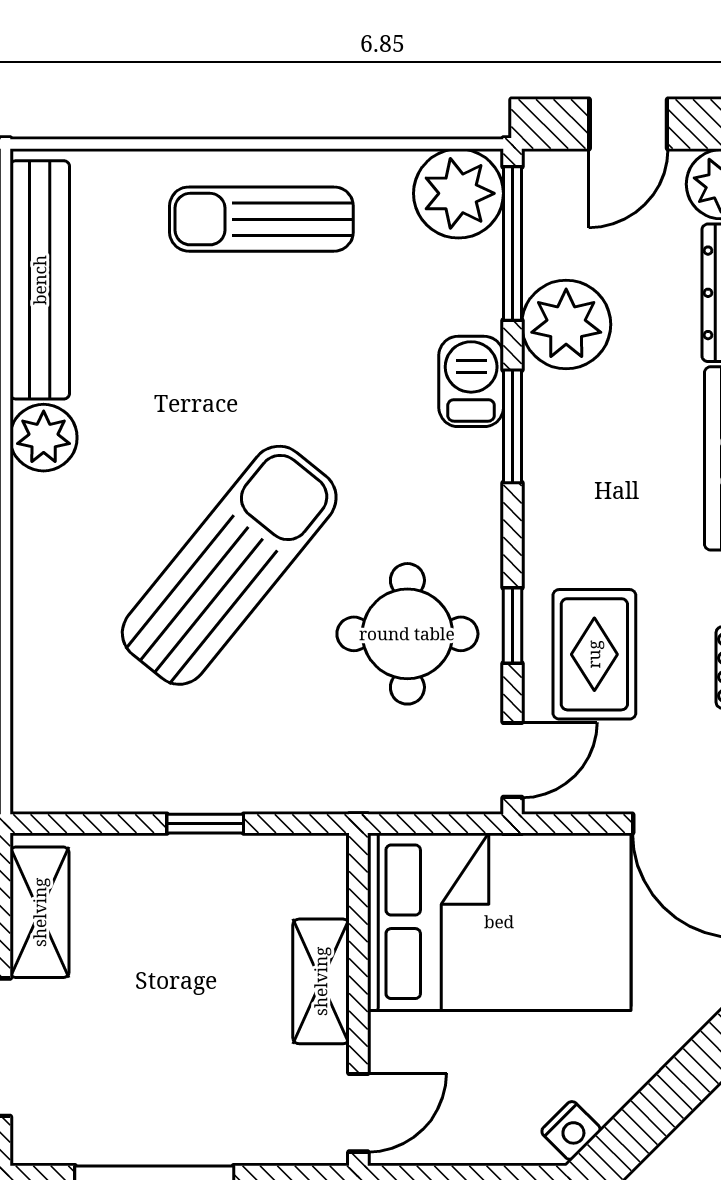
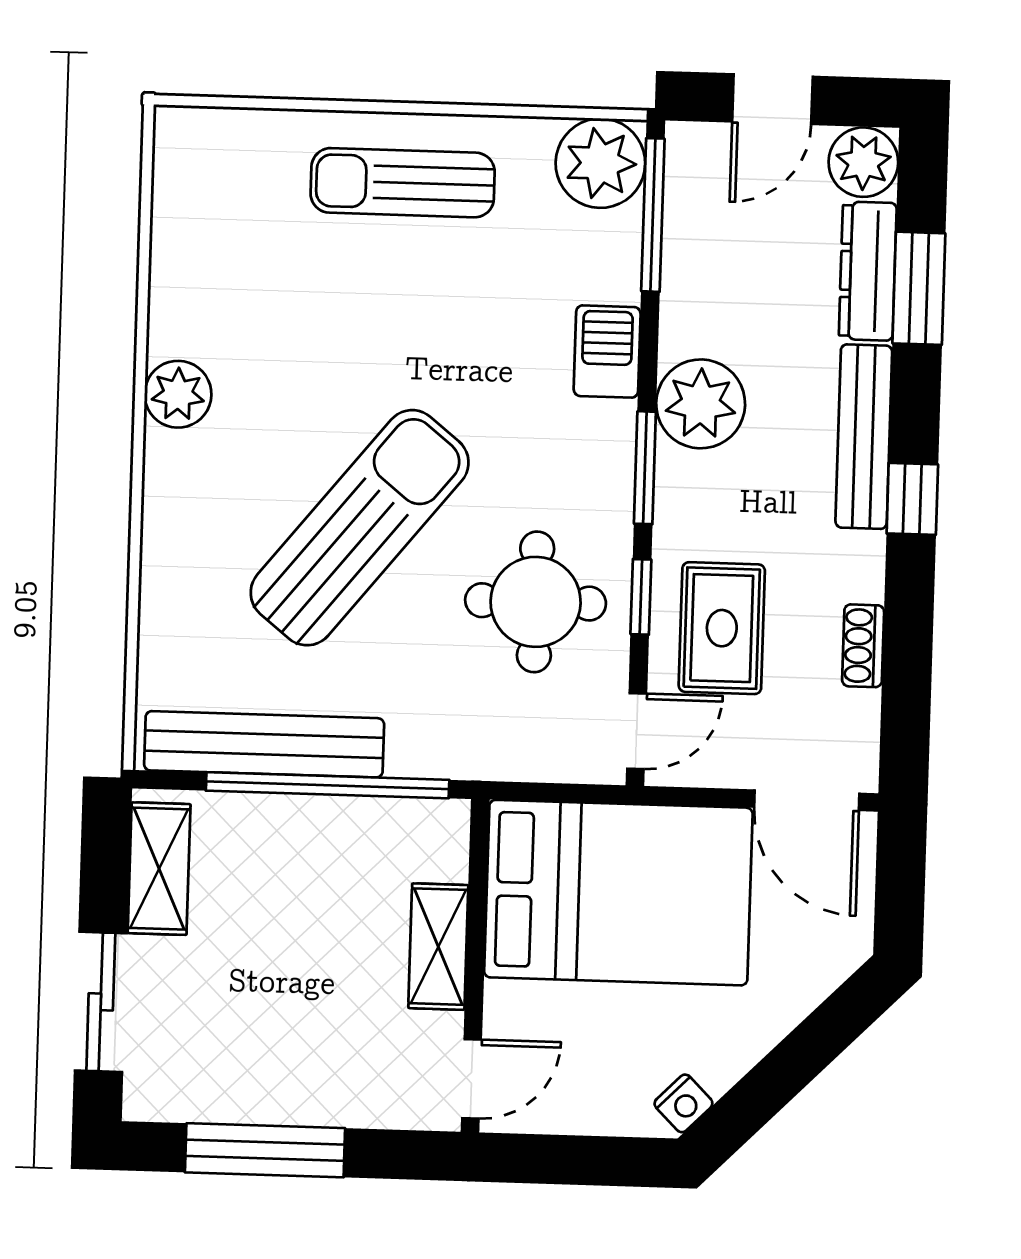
bench: (40, 280) -> (264, 744), moved, turned 90
plant: (566, 324) -> (701, 404), moved
window: (513, 426) -> (645, 468), moved
window: (205, 824) -> (328, 785), width x3.17

